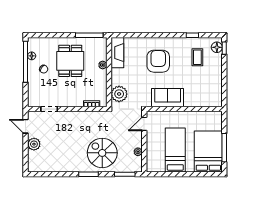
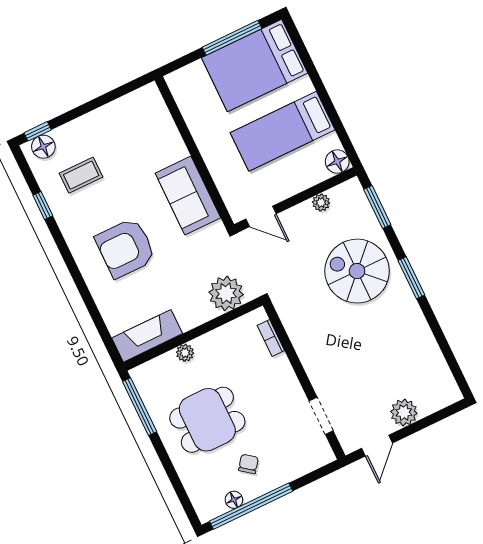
spiral stairs: (102, 153) -> (357, 271), turned 90
floor lamp: (152, 167) -> (337, 162), added

